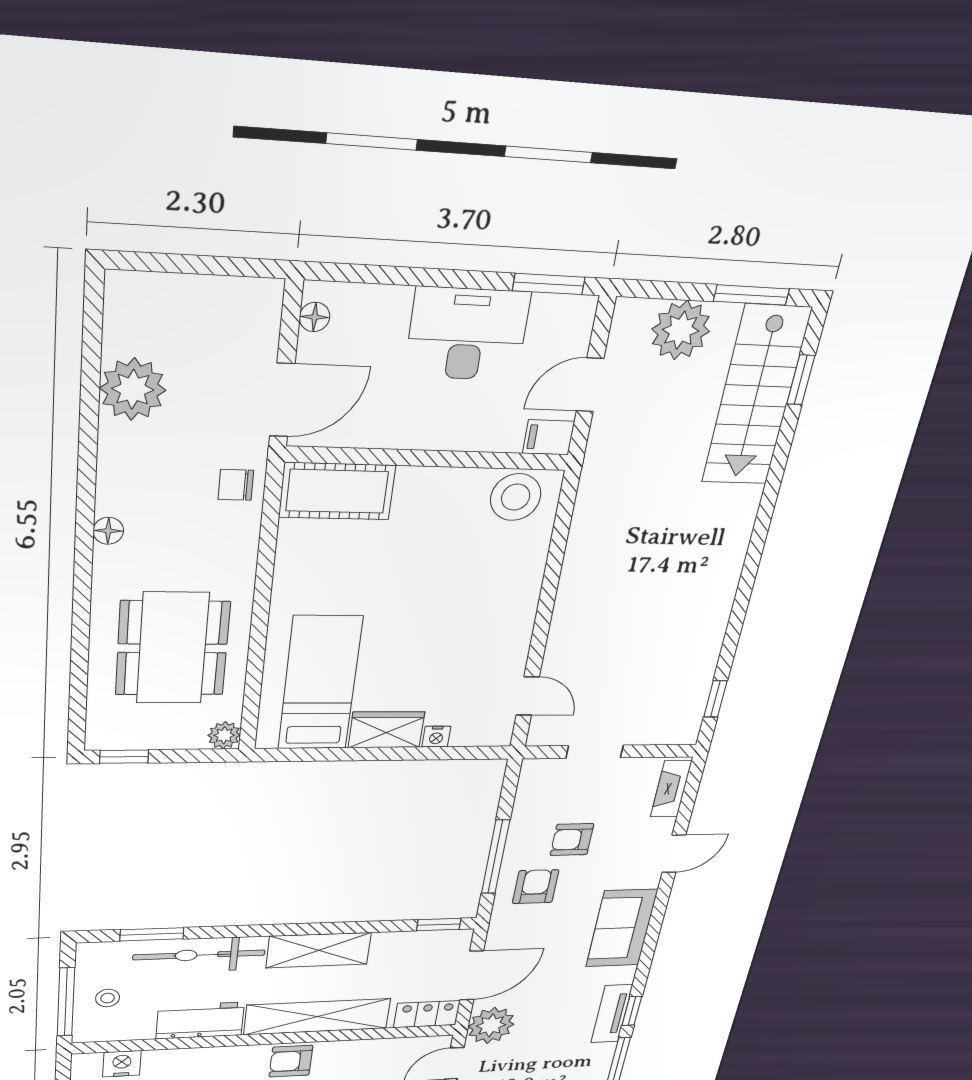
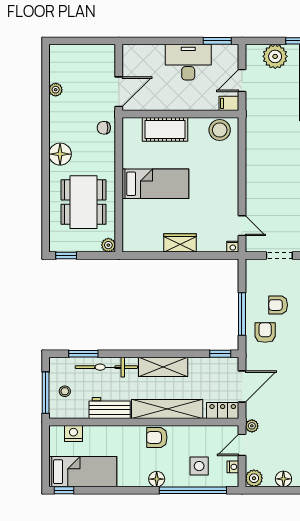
floor lamp: (315, 317) -> (128, 58), removed
plant: (133, 389) -> (56, 90), width x0.53, depth x0.53
cot: (337, 491) -> (165, 129), moved
floor lamp: (108, 531) -> (60, 154), width x1.89, depth x1.89
bed: (320, 683) -> (155, 184), moved, turned 90
nightstand: (436, 737) -> (233, 247), moved
plant: (491, 1025) -> (252, 426), width x0.53, depth x0.53

